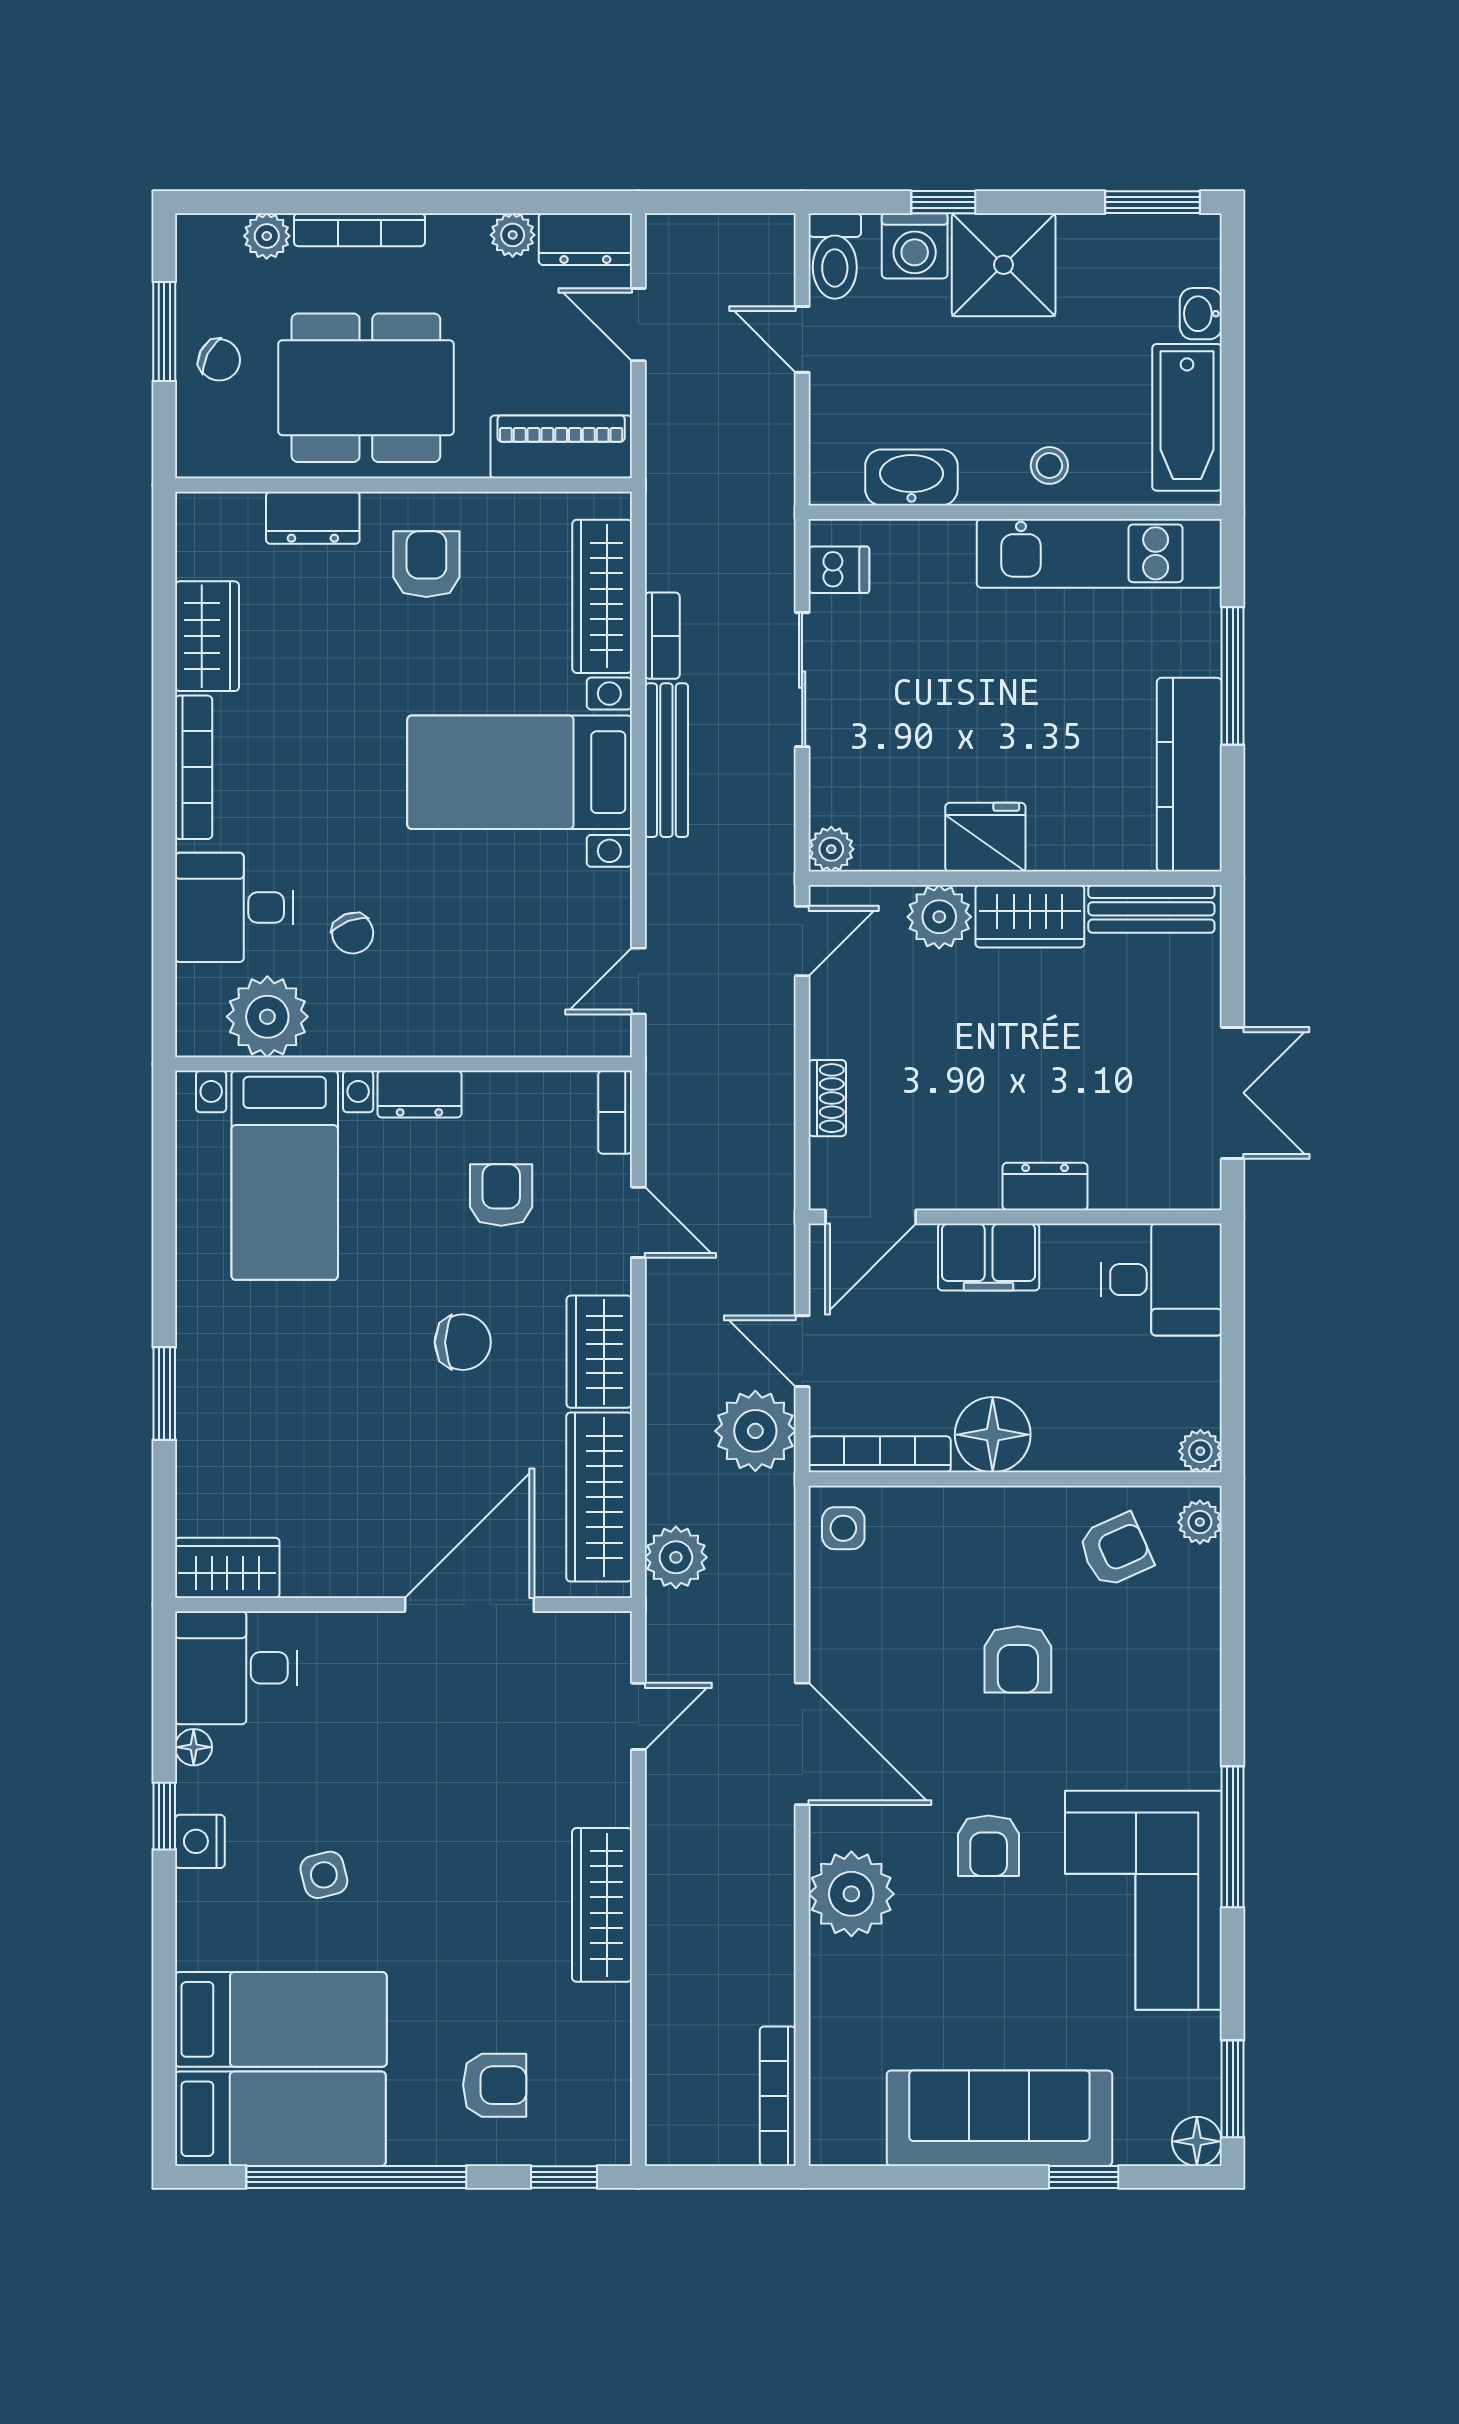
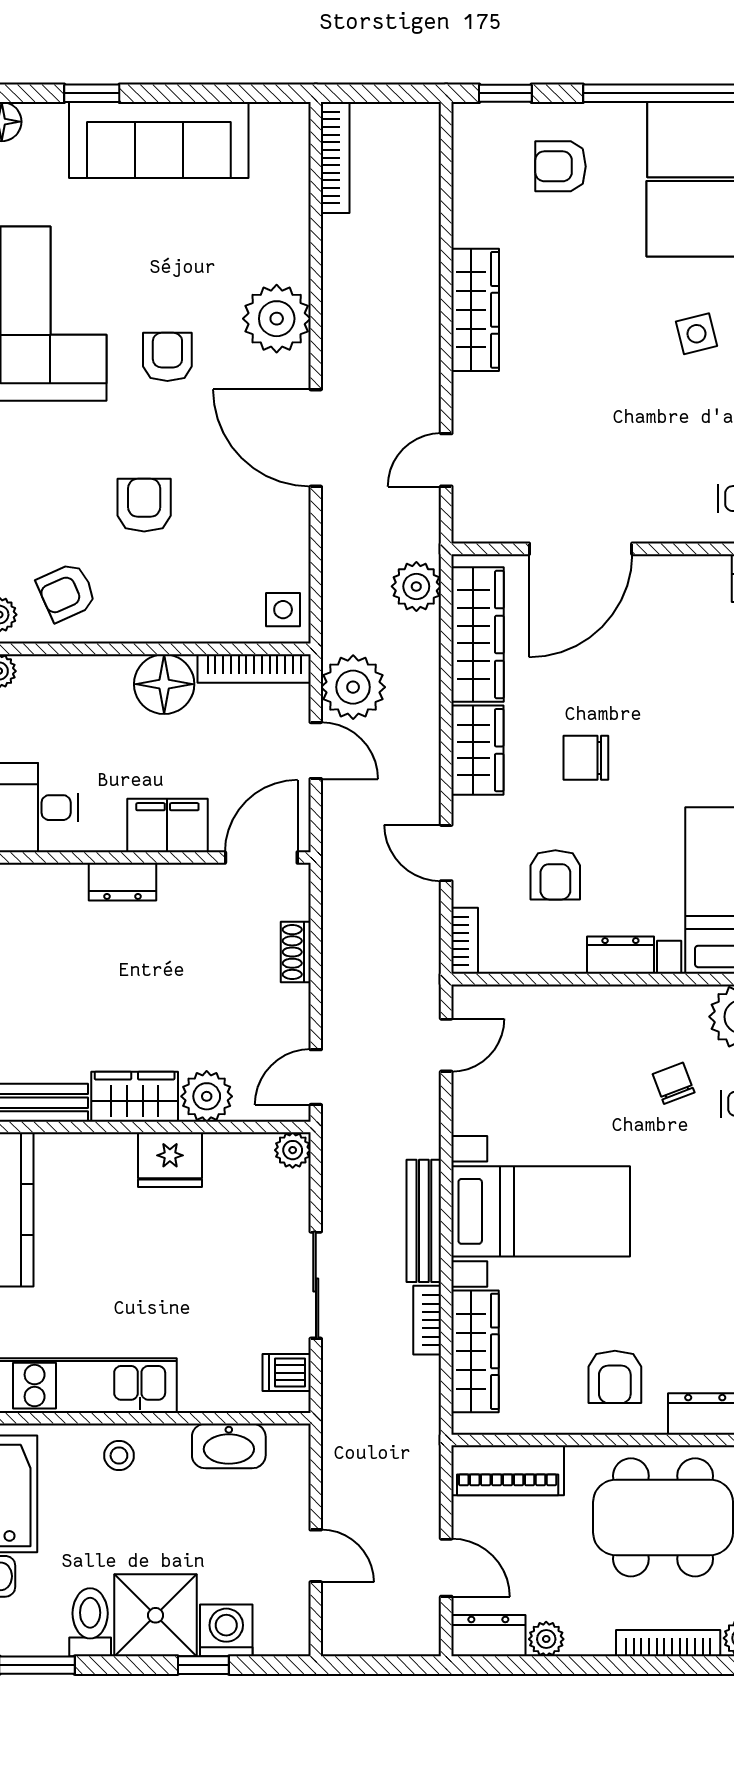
toilet: (835, 256) -> (90, 1622), moved

